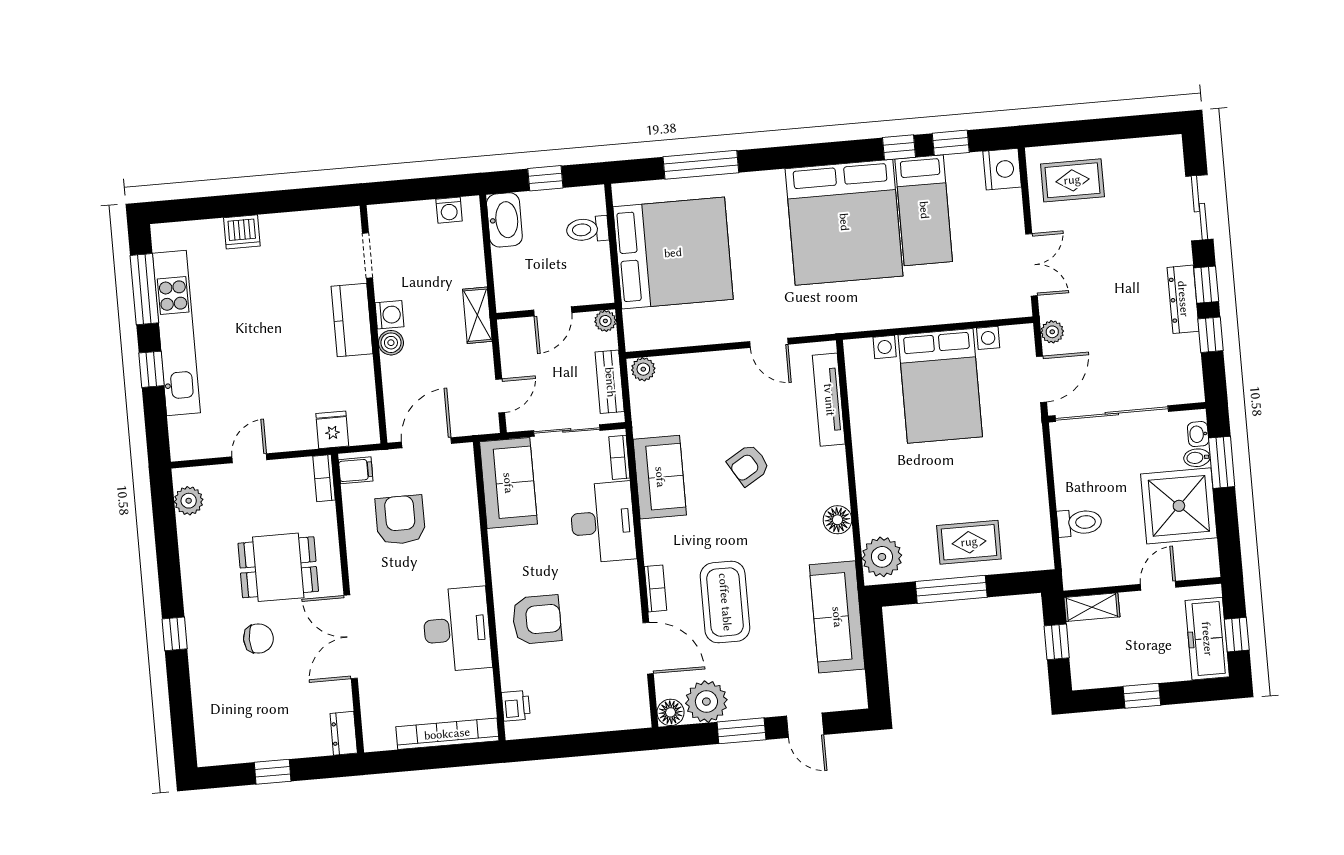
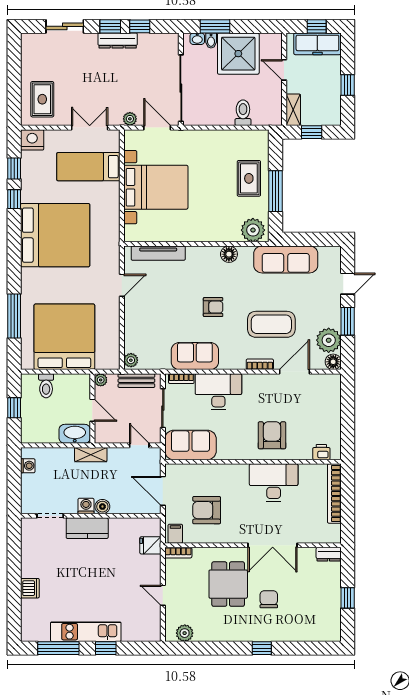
bed: (924, 210) -> (88, 167), moved, turned 180
washbasin: (504, 220) -> (75, 434), moved
kitchen unit: (176, 333) -> (86, 632), width x0.73
armchair: (748, 465) -> (213, 307), moved, turned -59

